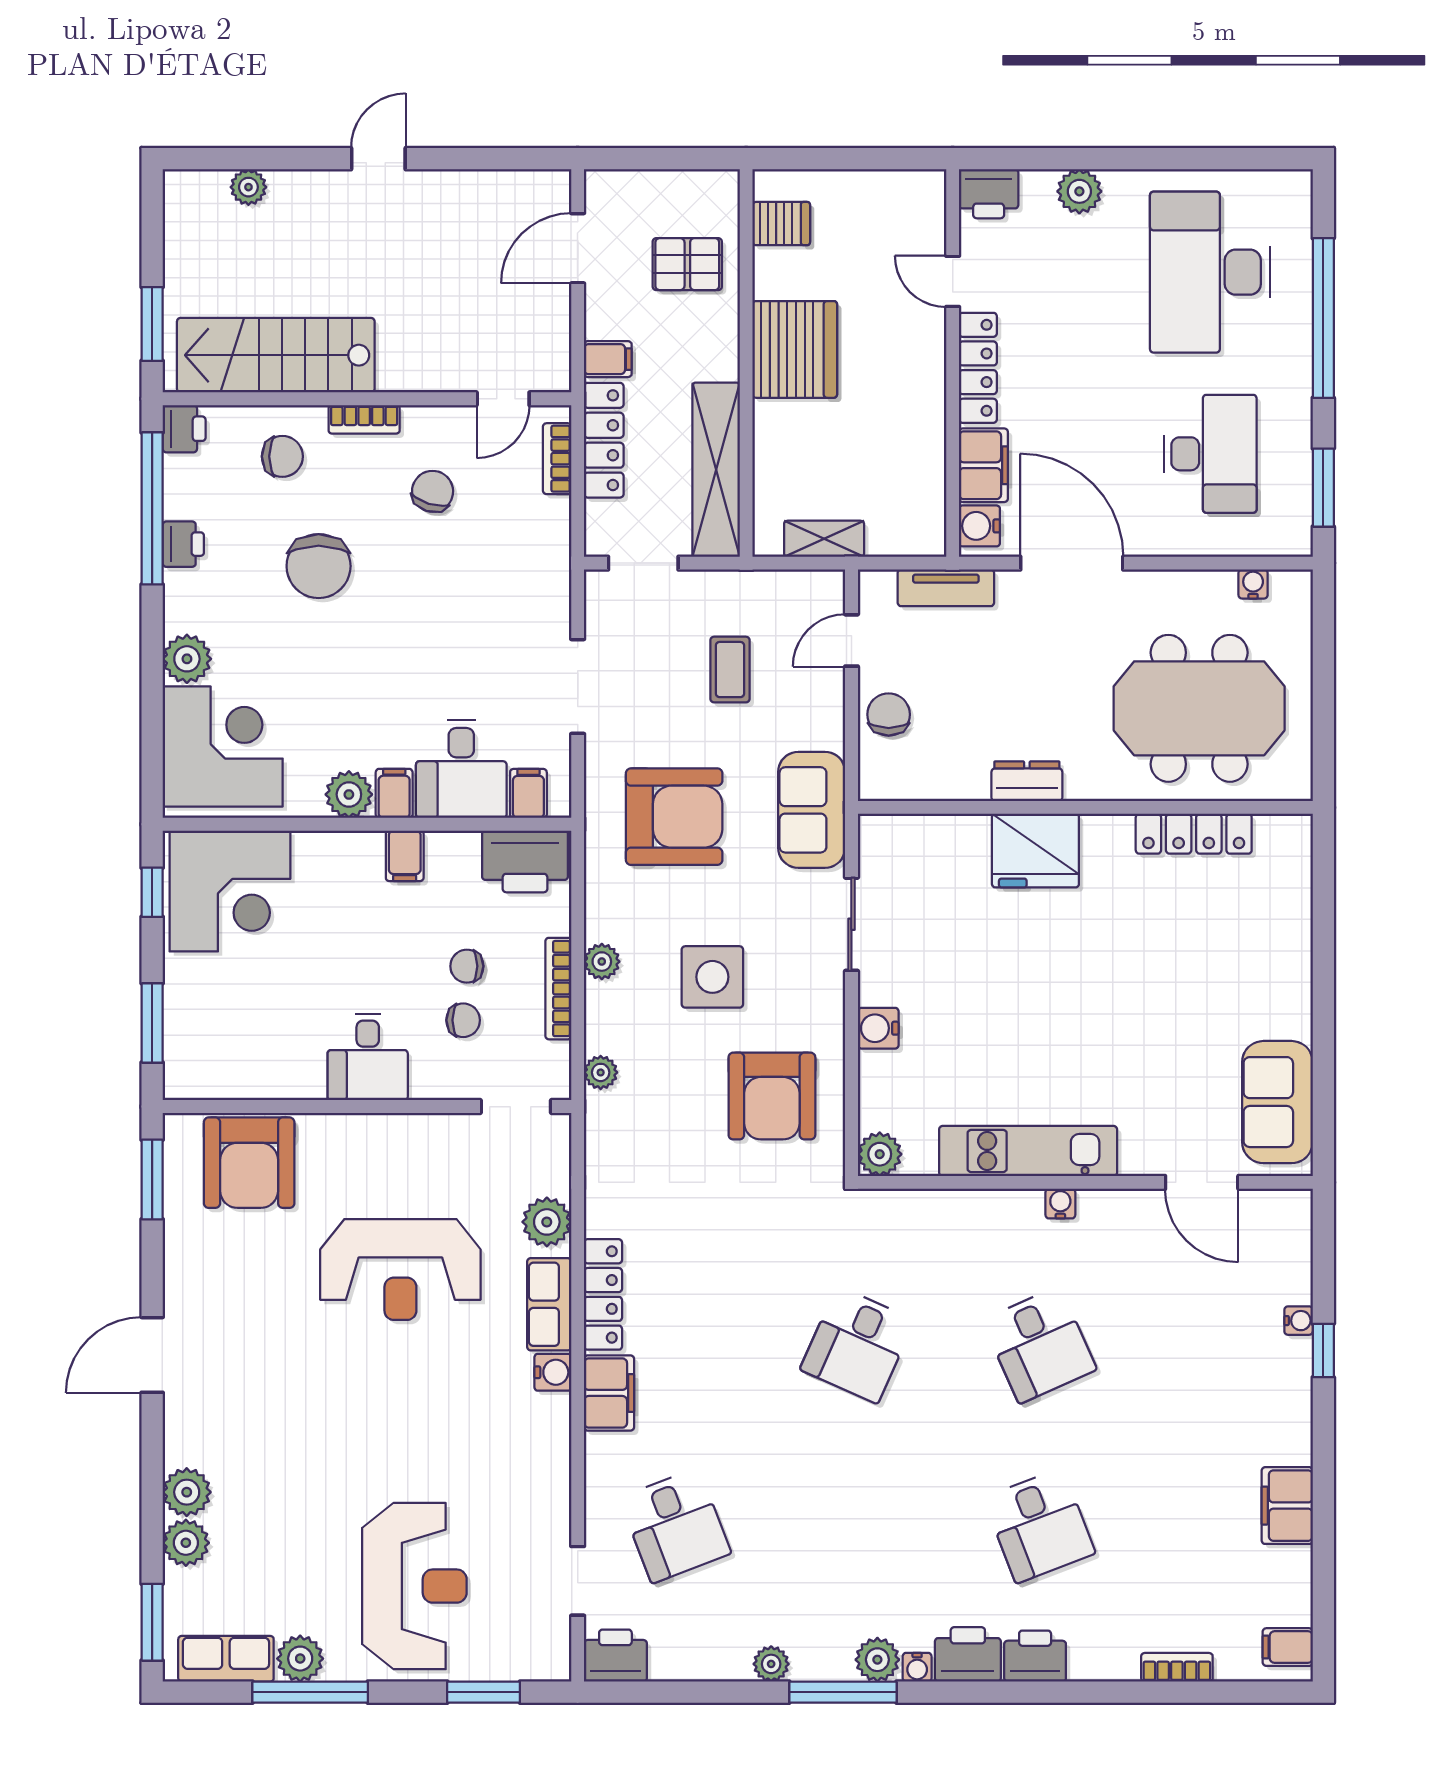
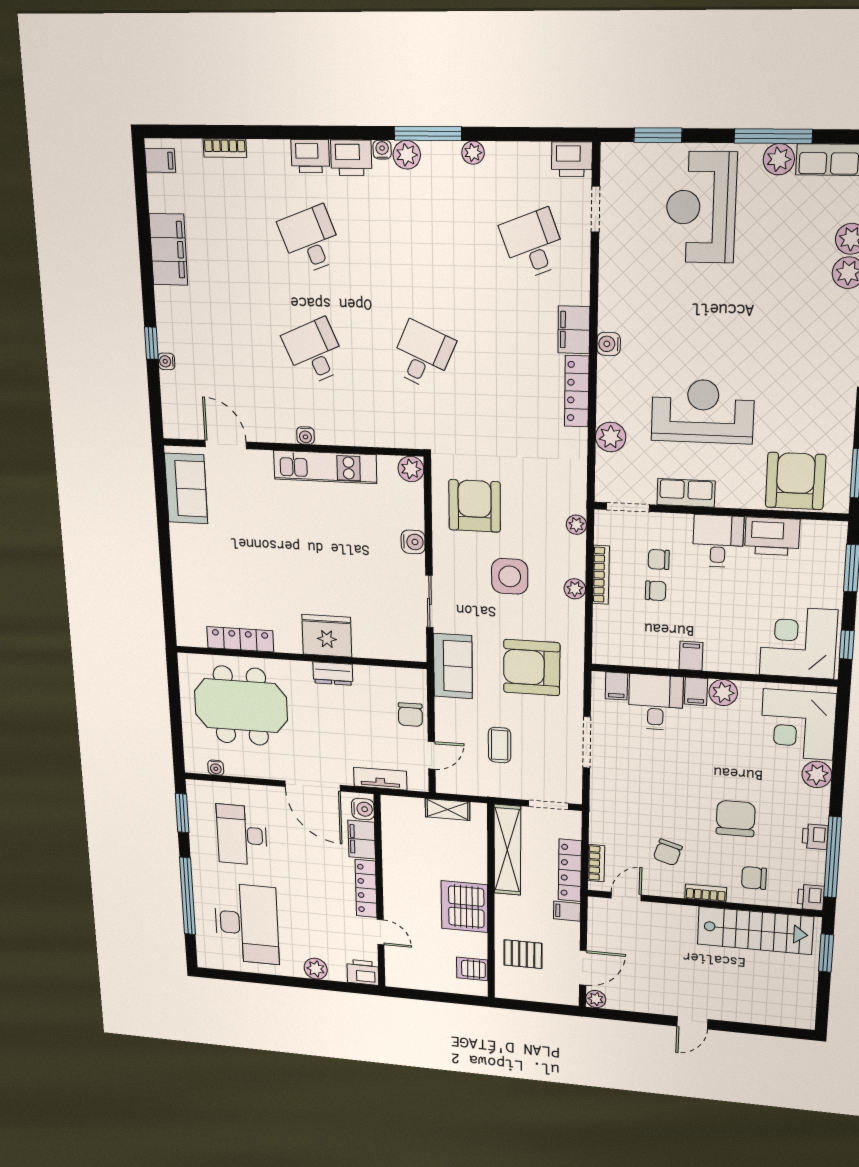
plant: (248, 187) -> (596, 999), moved
printer: (525, 861) -> (772, 536), moved, turned 180
row of seats: (549, 1304) -> (686, 493), moved, turned -90
filing cabinet: (1287, 1506) -> (168, 249), width x1.50, depth x1.17

